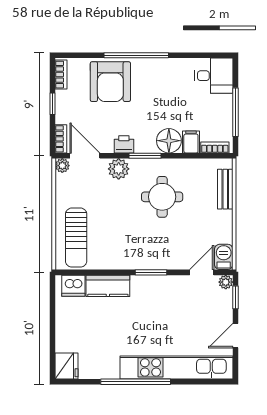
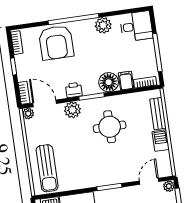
plant: (172, 68) -> (103, 25), added
barbecue: (224, 257) -> (161, 140), moved

